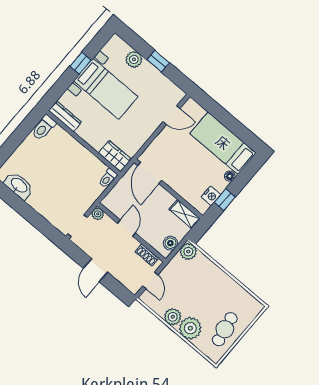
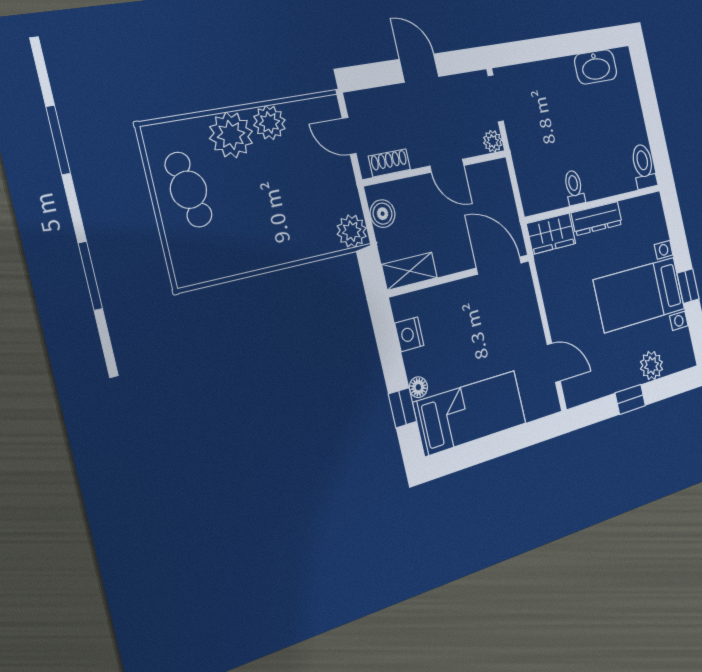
door: (172, 115) -> (554, 363), swing flipped
dresser: (65, 116) -> (597, 219), moved
toilet: (108, 178) -> (574, 188), moved
window: (225, 200) -> (402, 408), moved

